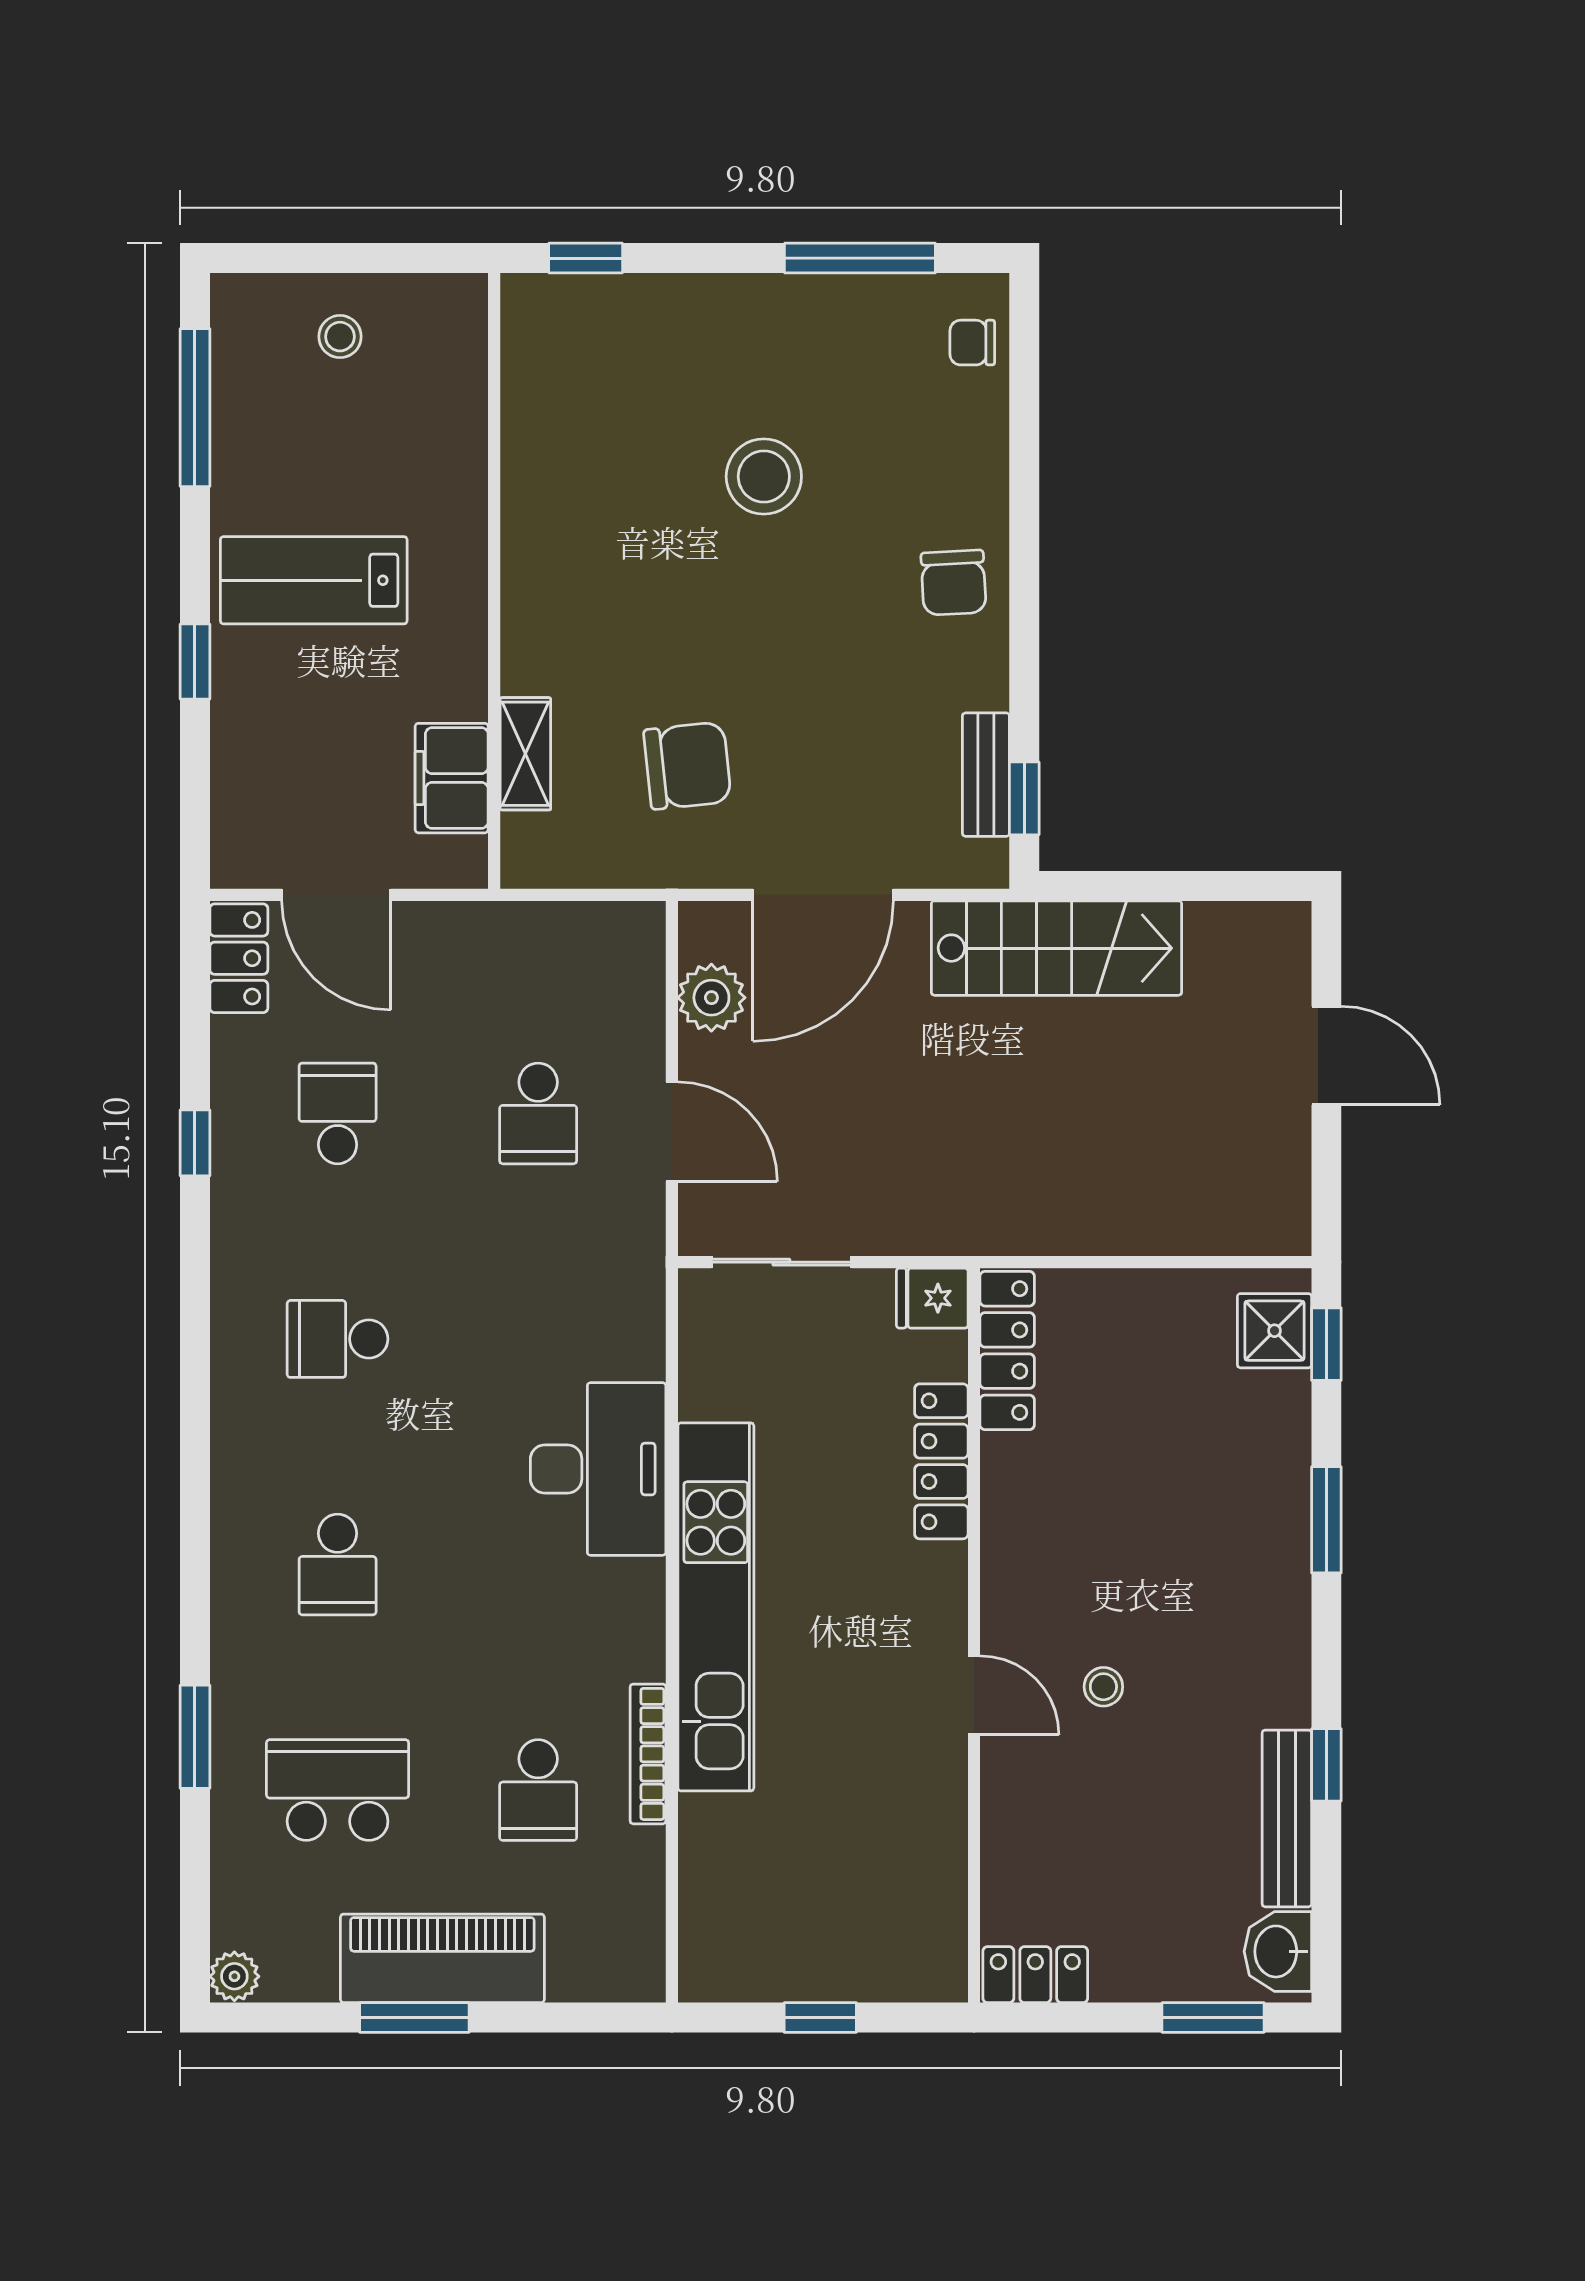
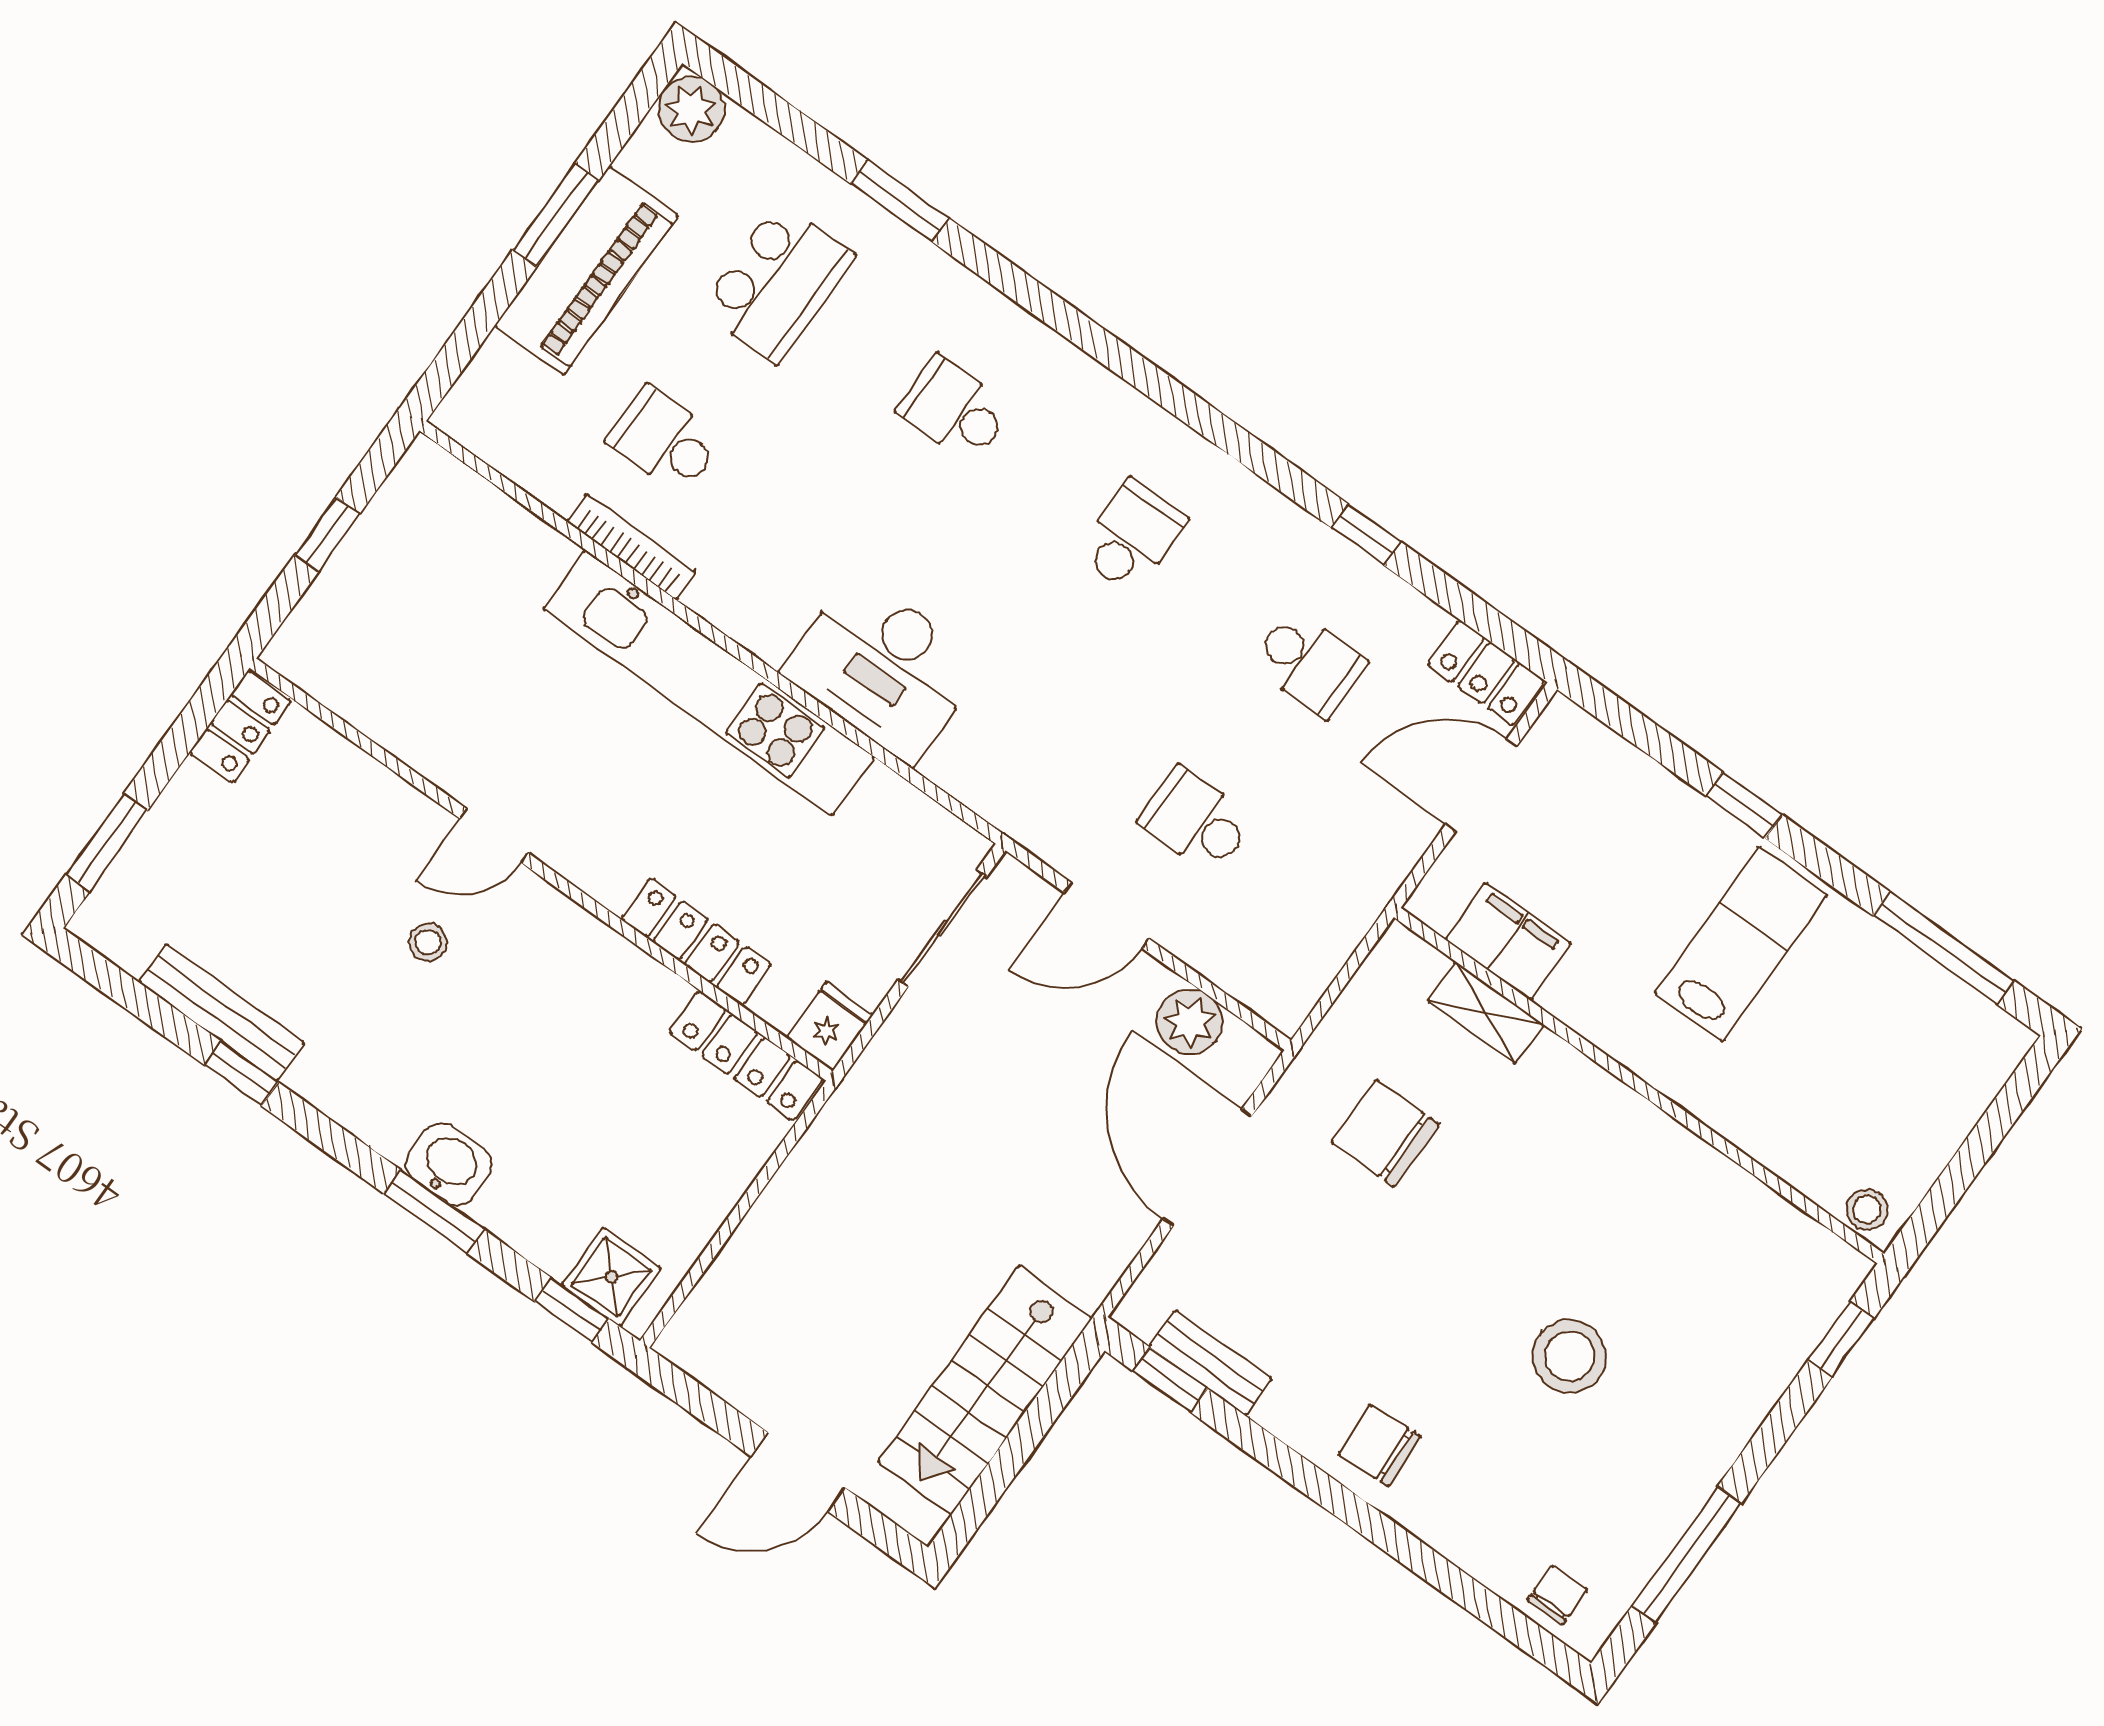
stool: (340, 337) -> (1867, 1209), moved
chair: (687, 766) -> (1385, 1133), turned 96
stairs: (1057, 948) -> (985, 1390), moved
washbasin: (1278, 1951) -> (449, 1164), moved
plant: (234, 1976) -> (691, 109), width x1.38, depth x1.38

